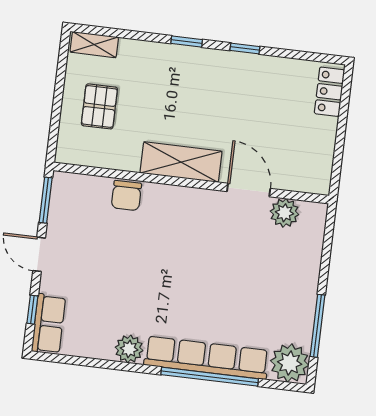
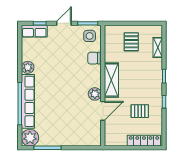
shelving: (94, 45) -> (158, 47), moved
locker: (329, 92) -> (144, 141), width x1.53
pallet: (99, 106) -> (131, 42), turned 90
pallet: (259, 106) -> (140, 111), added
side table: (75, 199) -> (90, 36), added
plant: (285, 213) -> (95, 94), moved

